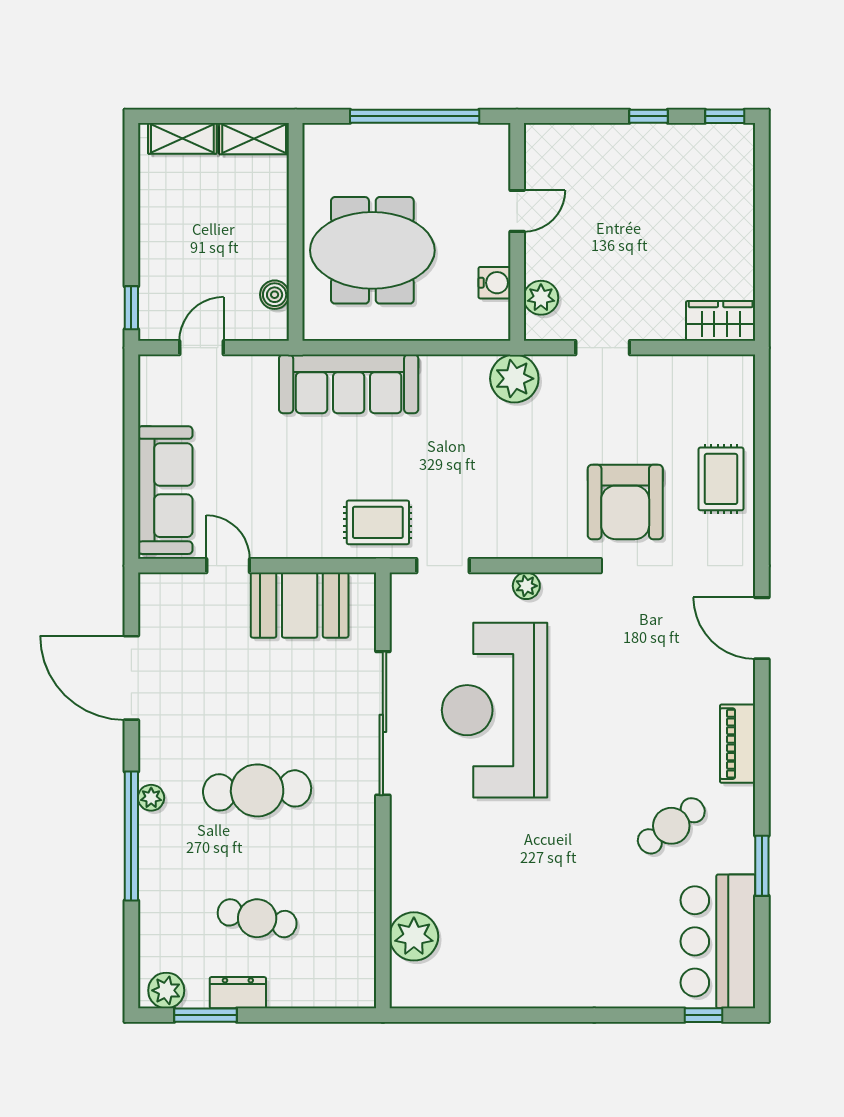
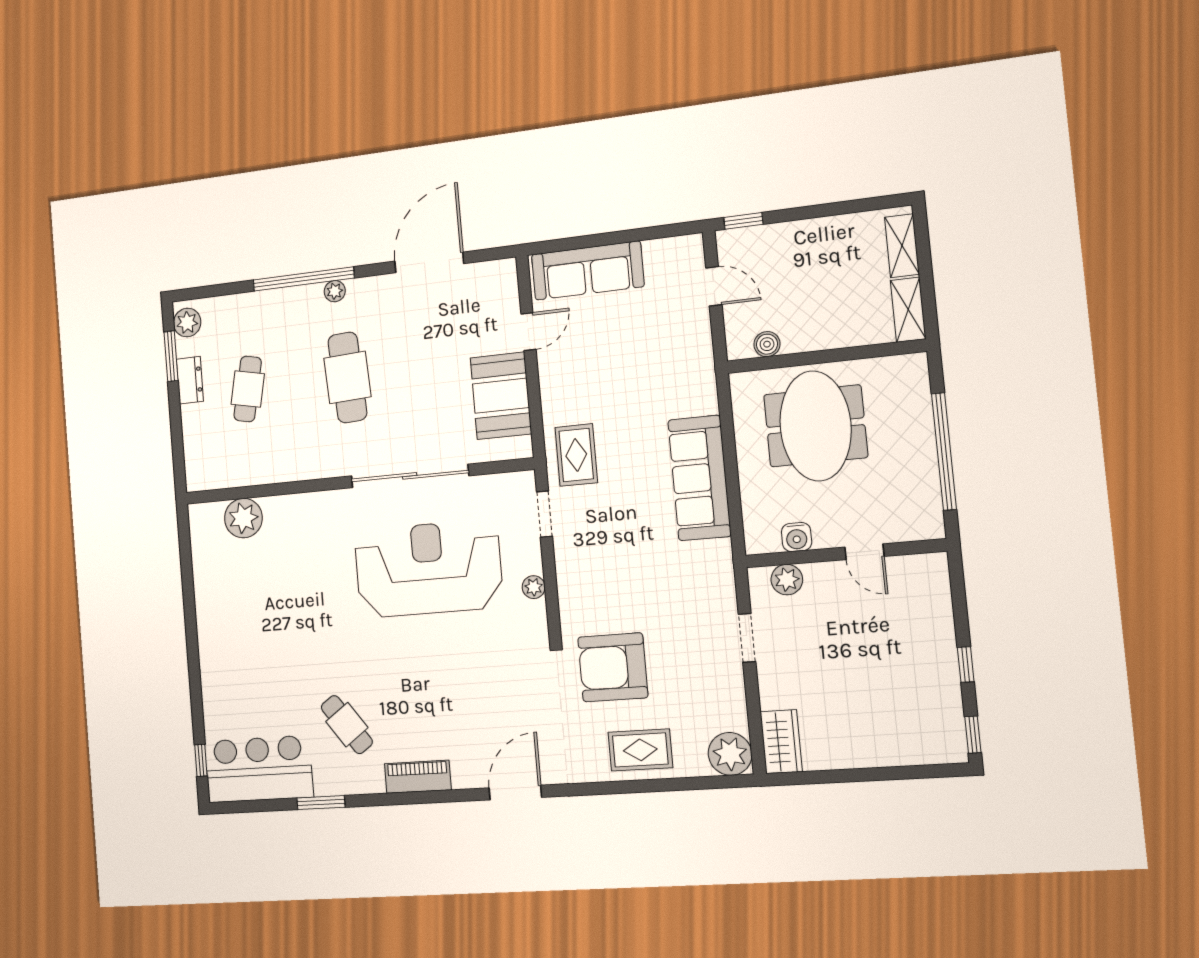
plant: (514, 379) -> (730, 754), moved
sofa: (349, 384) -> (699, 478), moved

